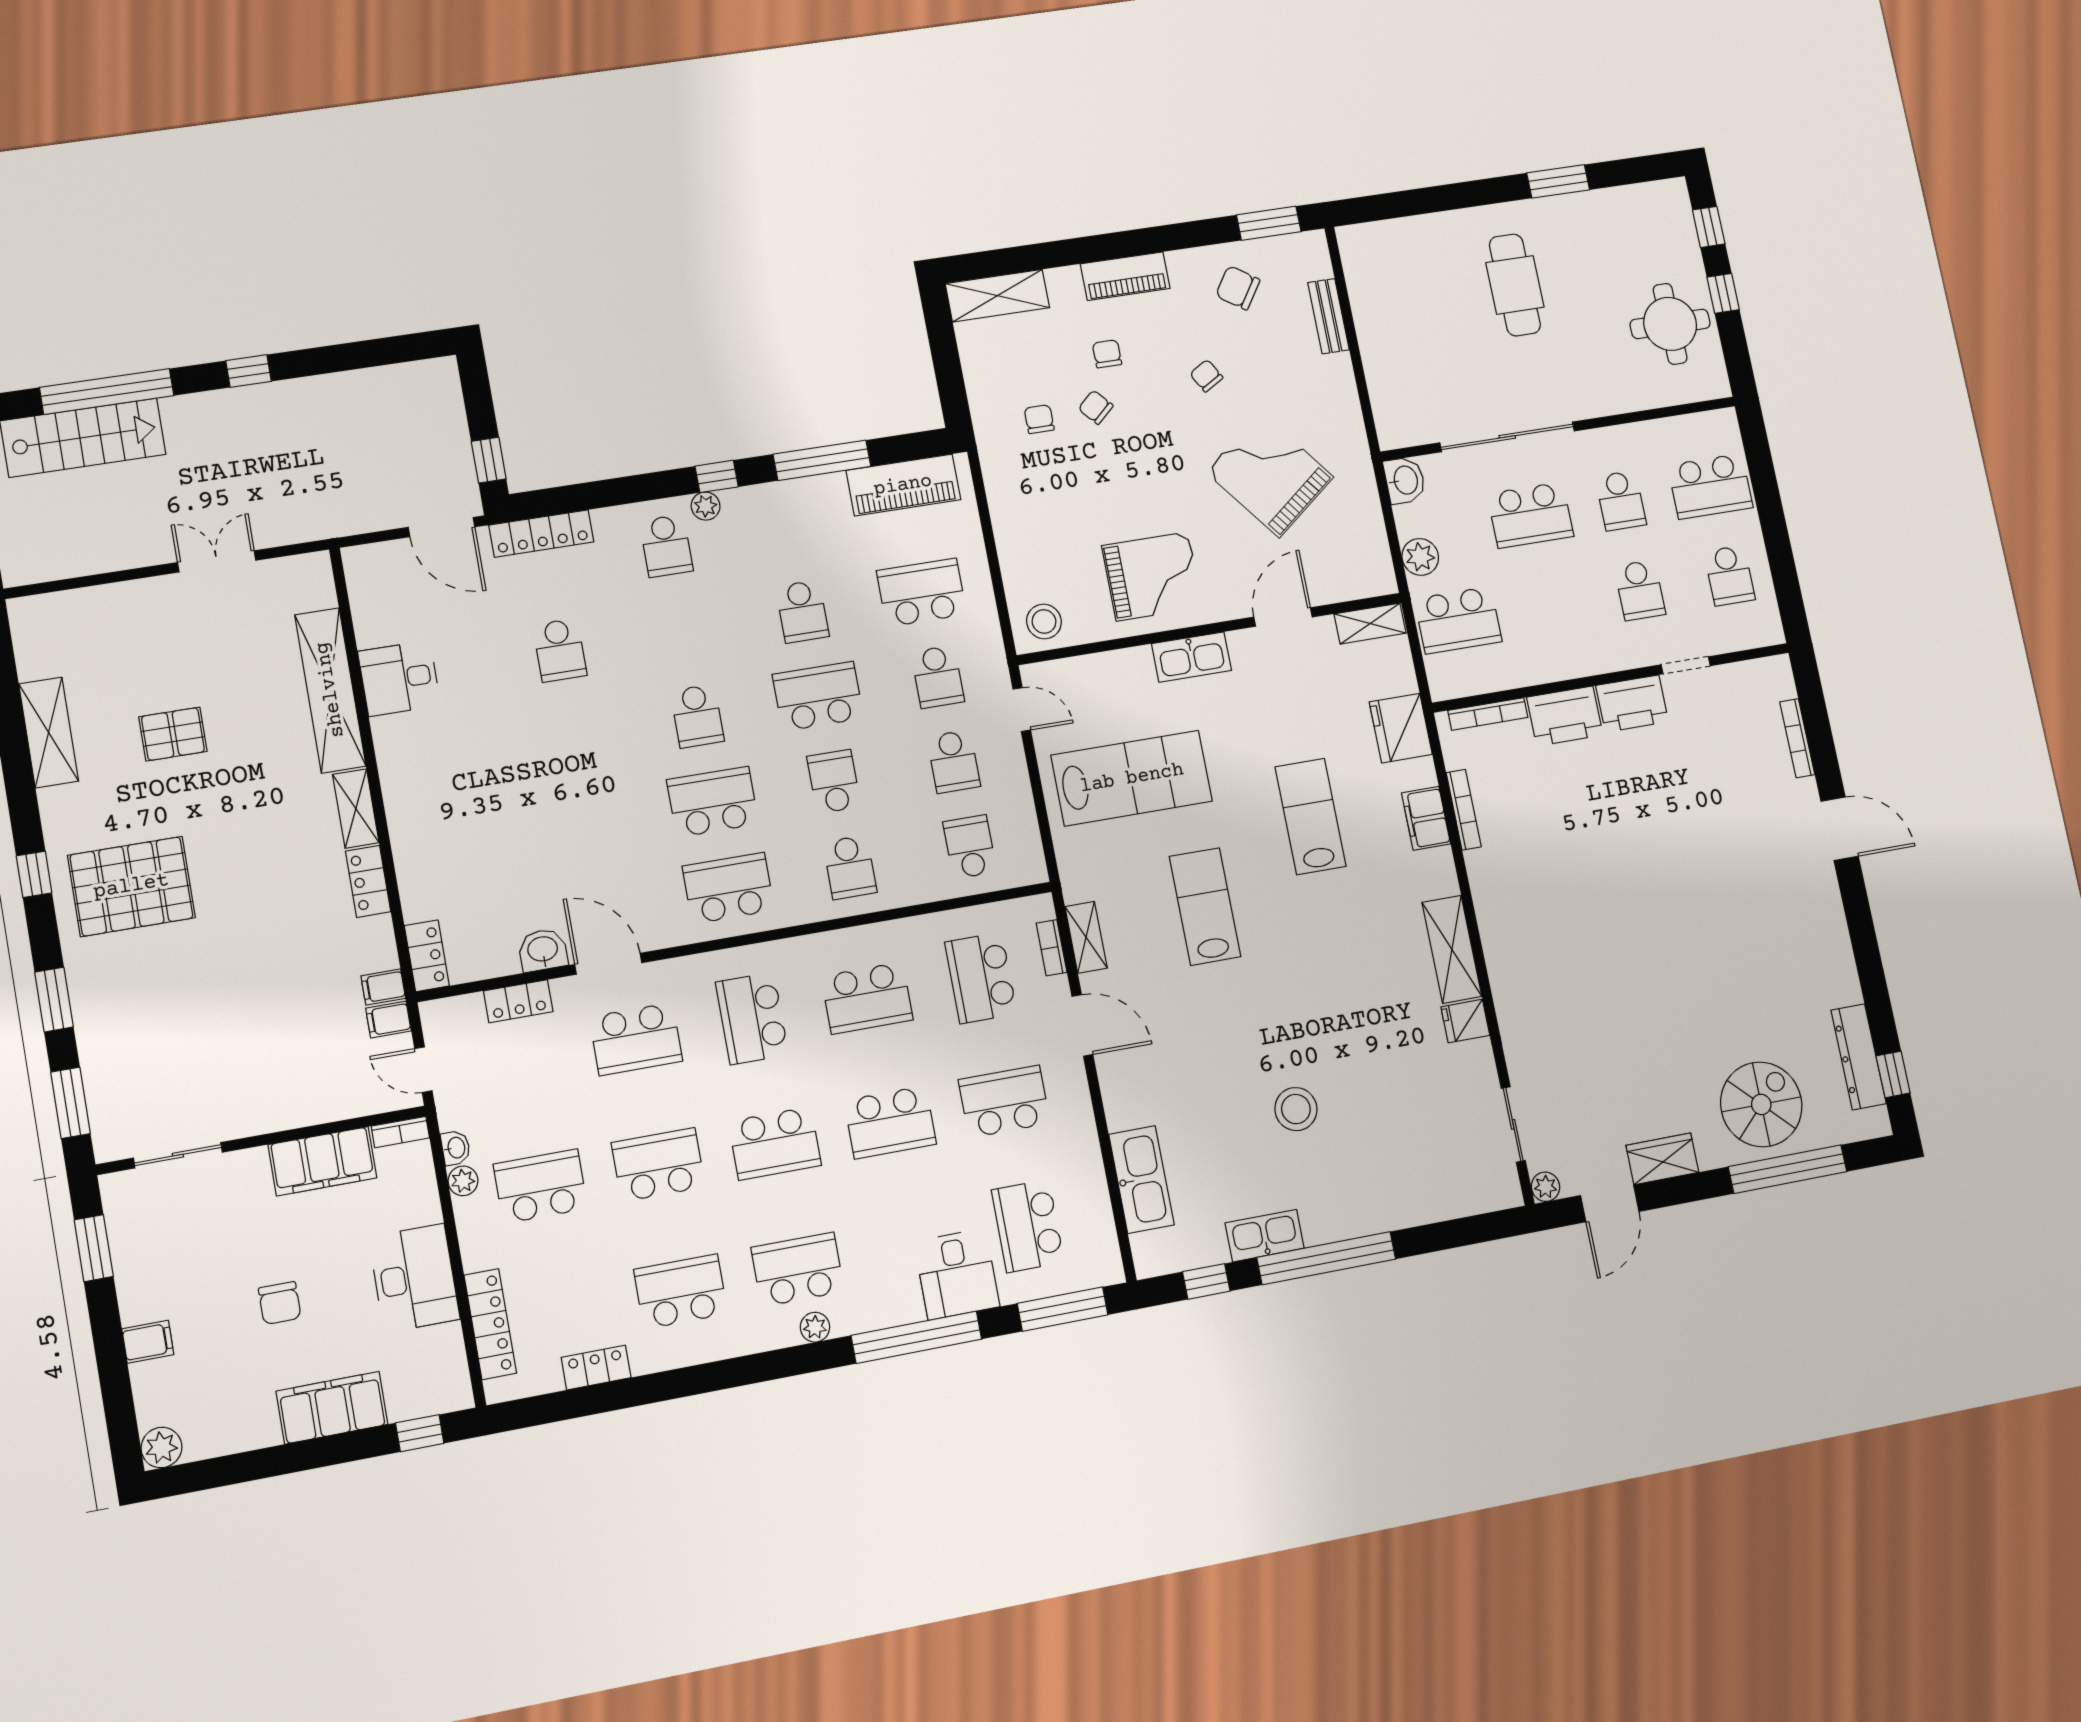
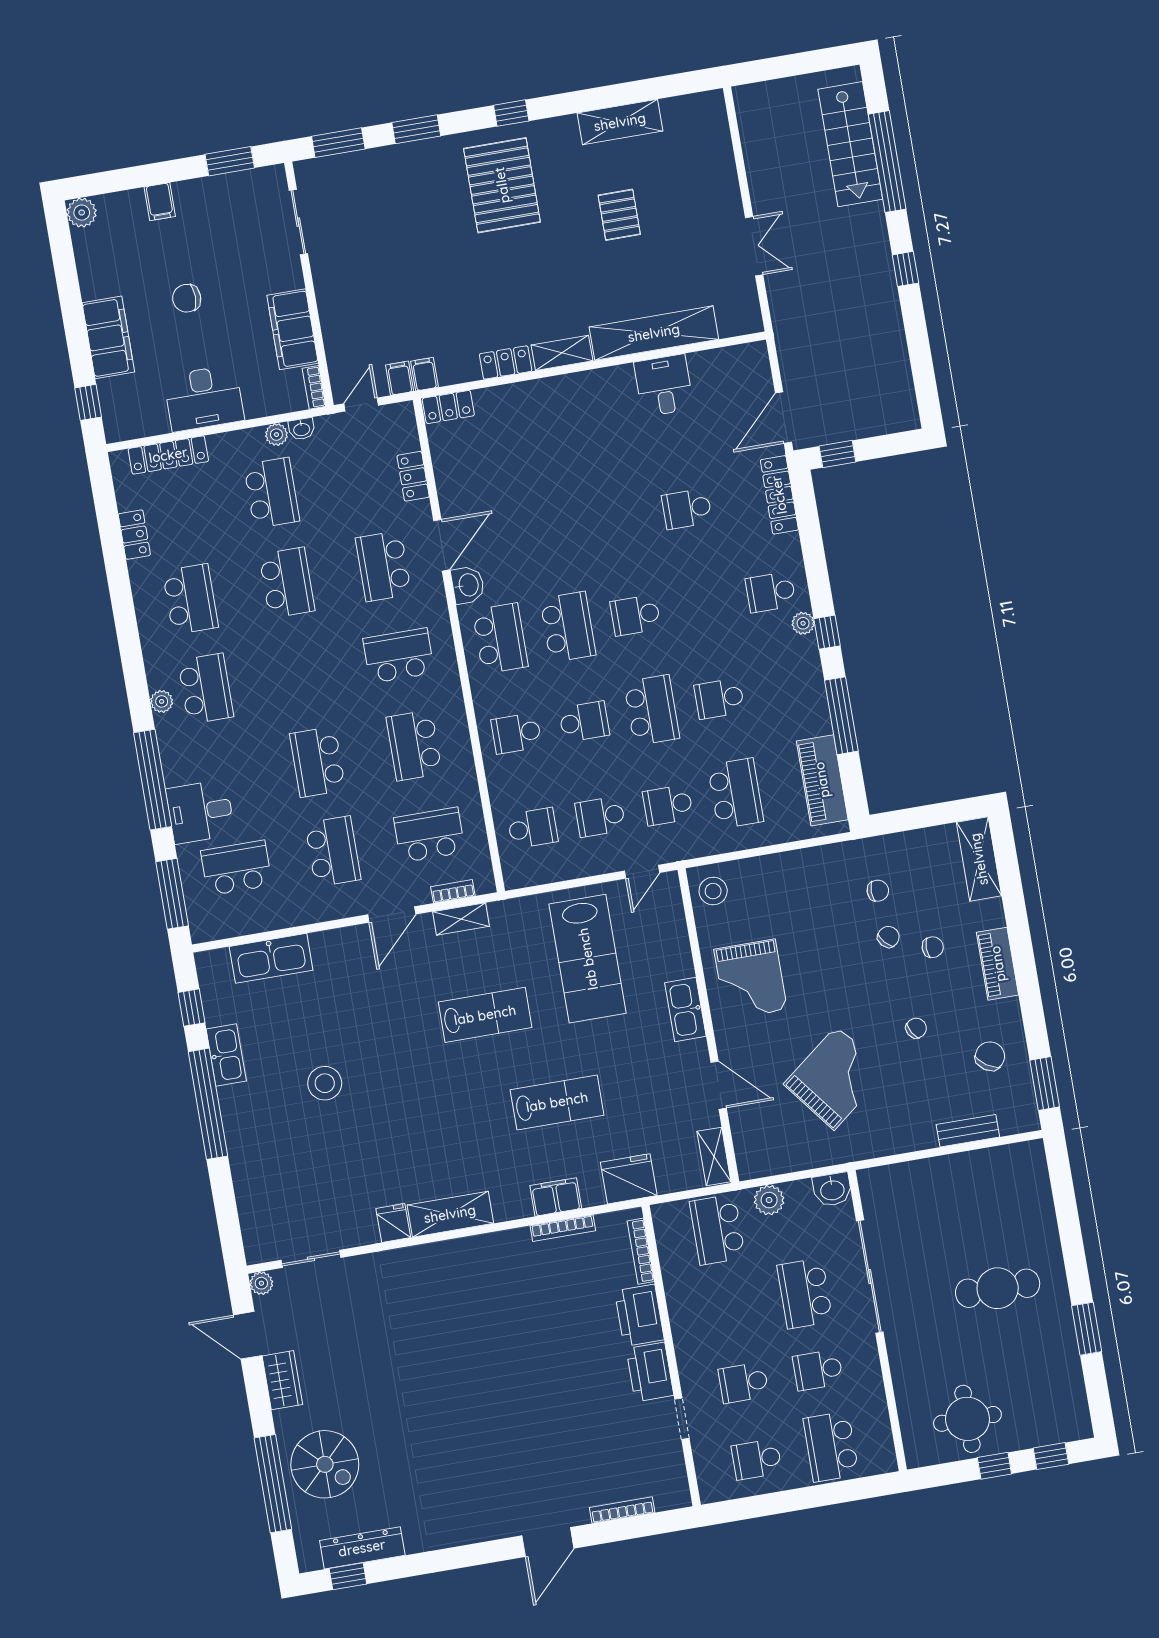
washbasin: (543, 950) -> (468, 585), moved
school desk: (775, 1143) -> (302, 672), removed

